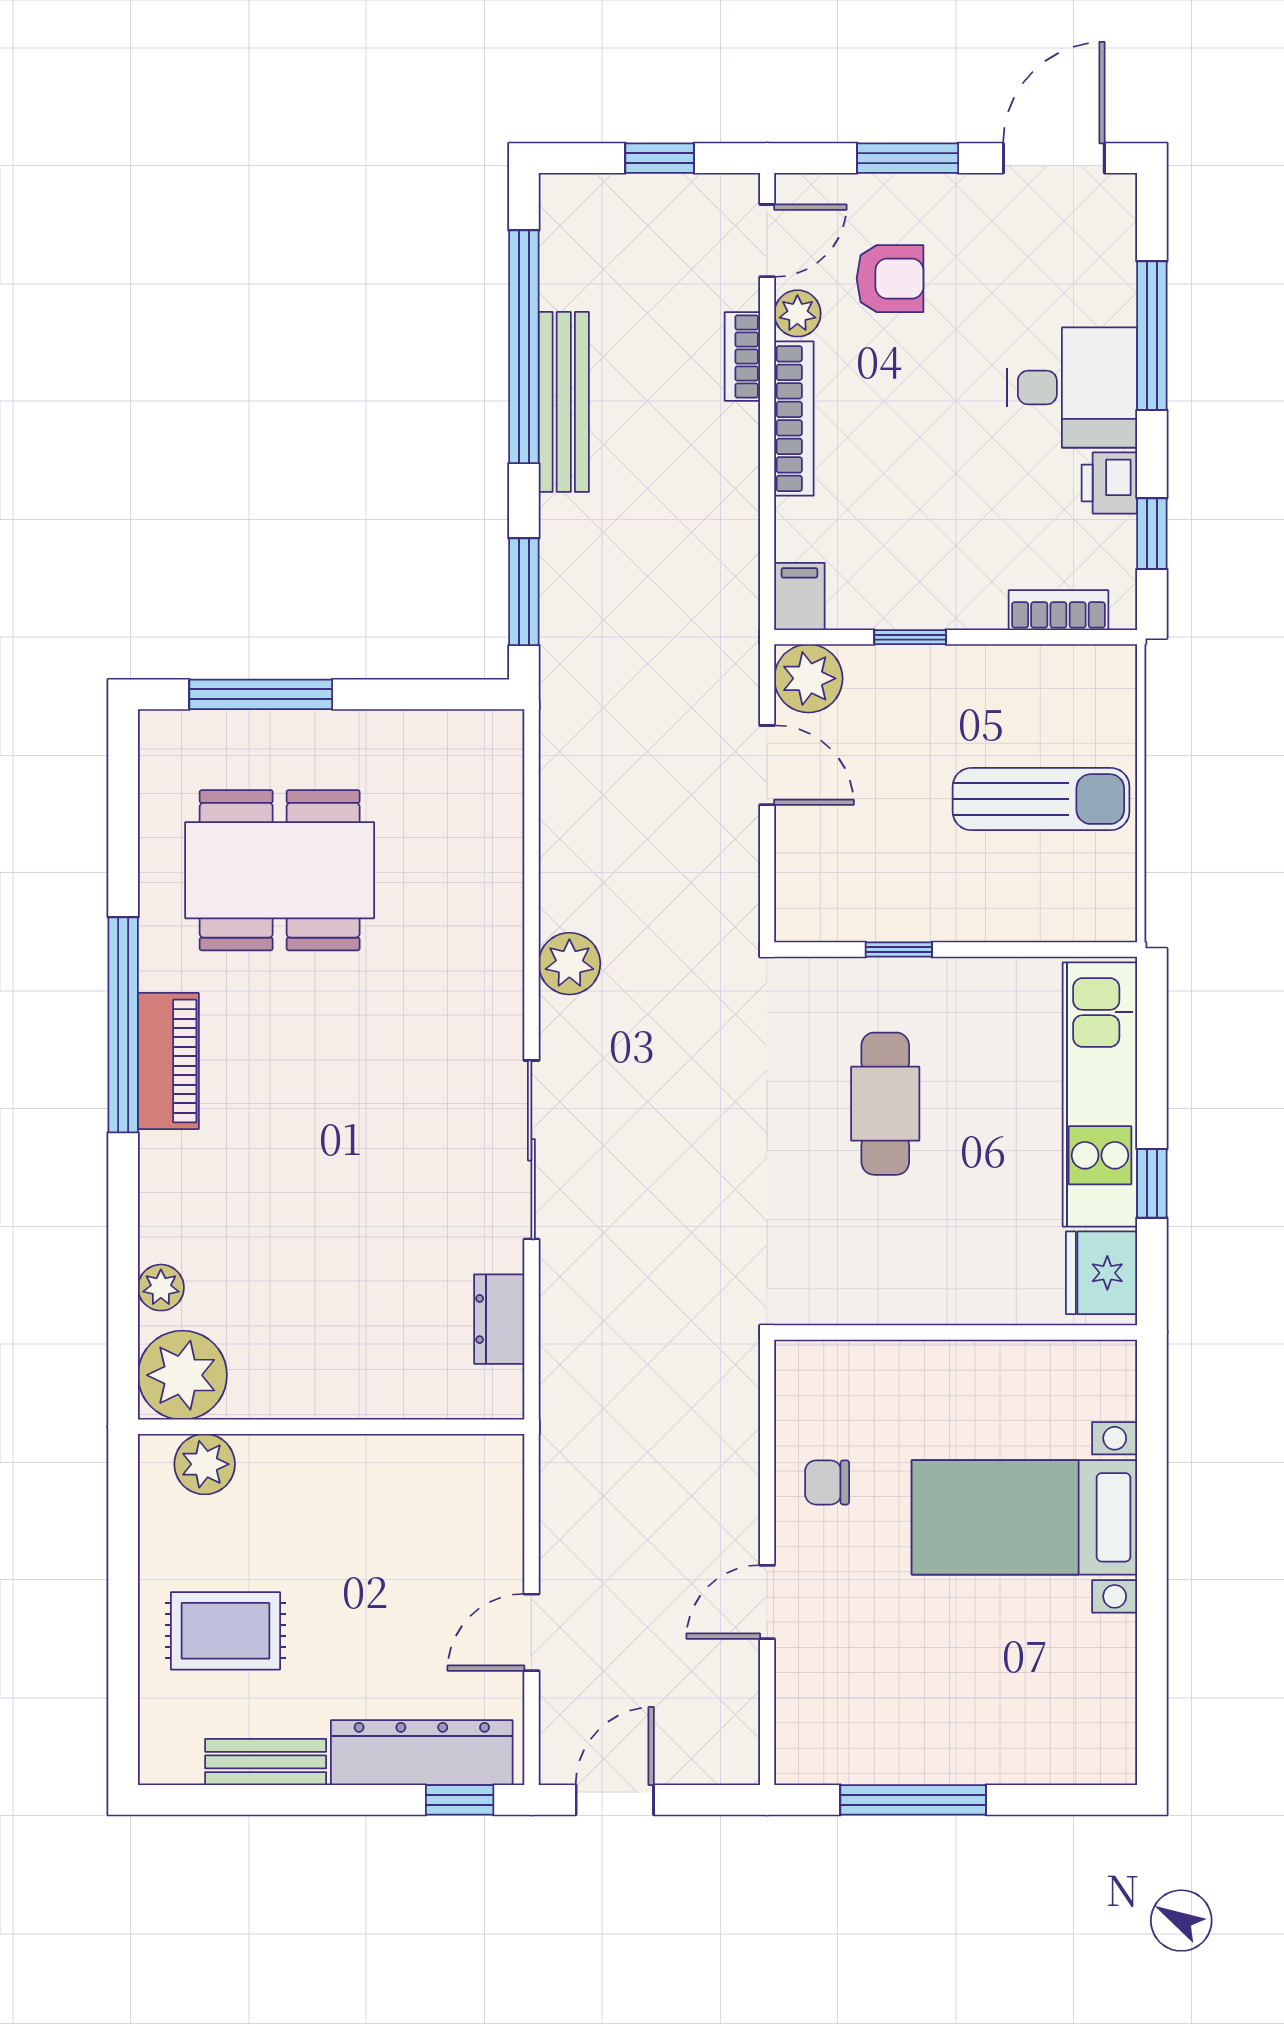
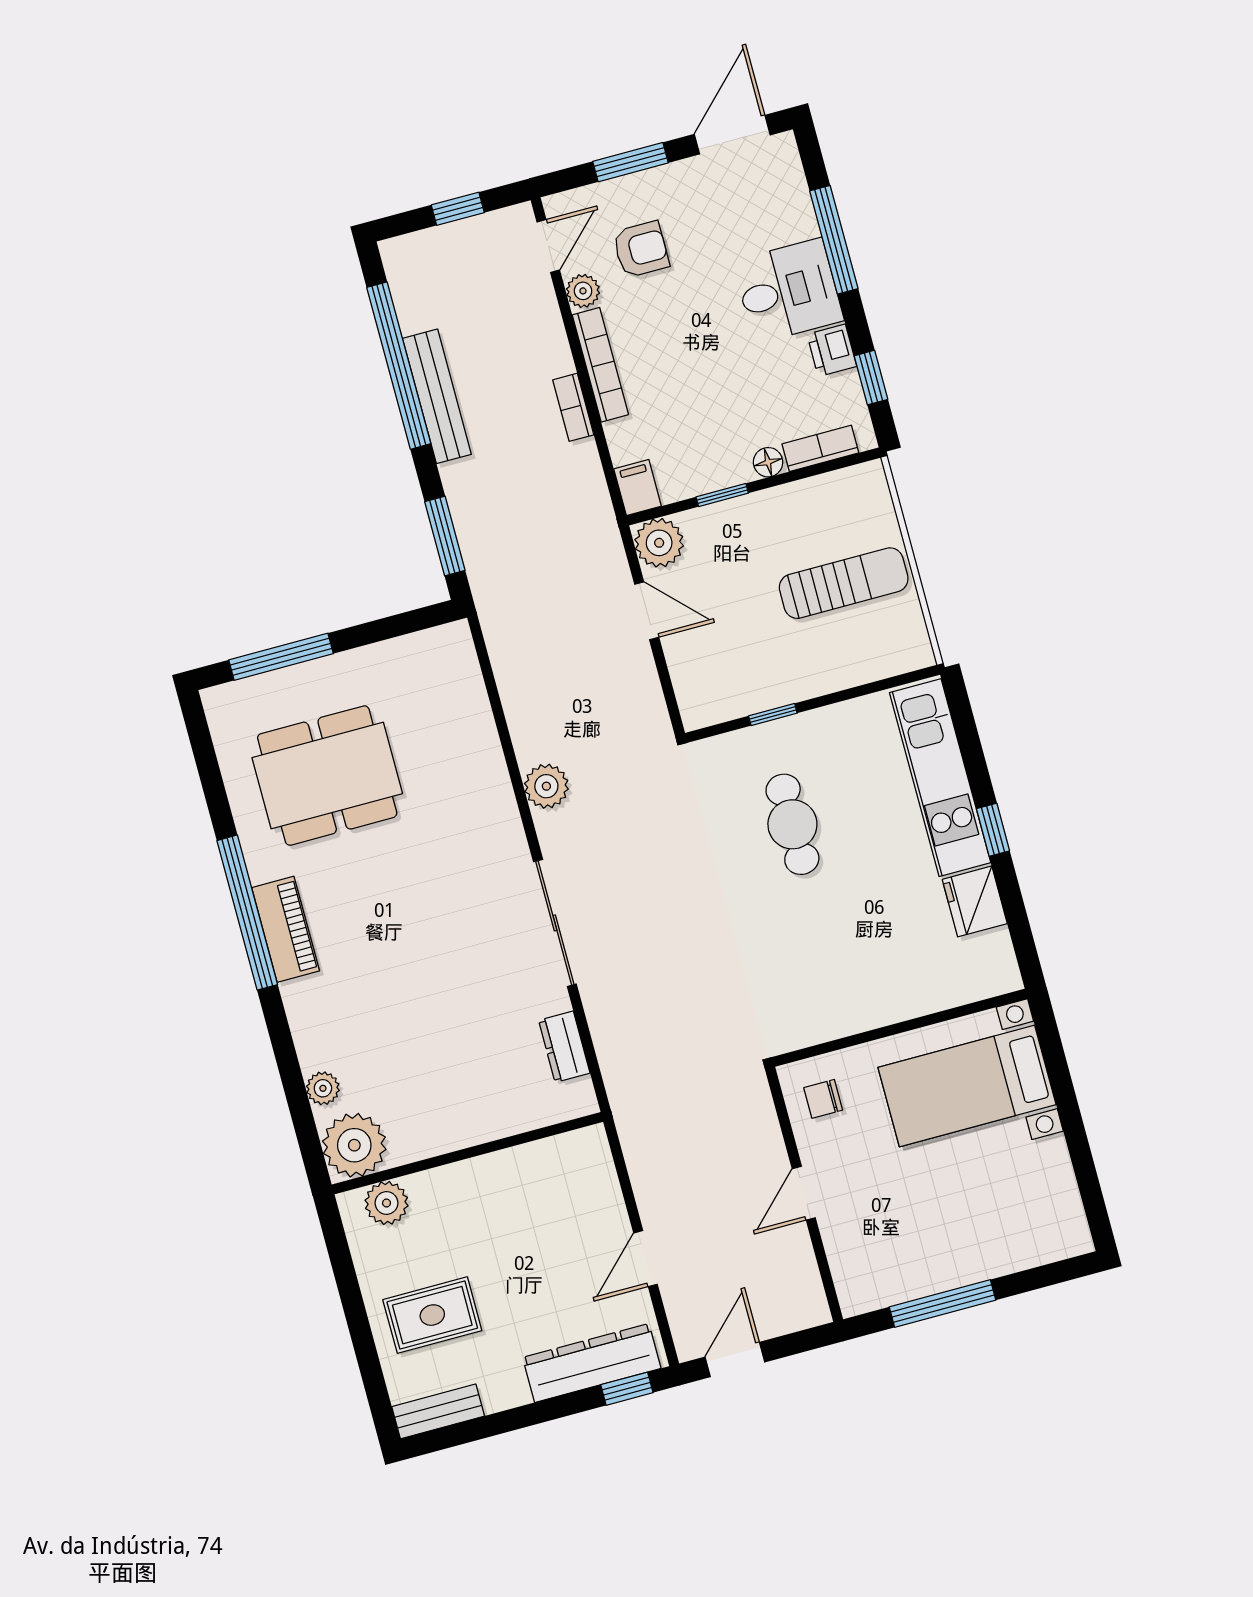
bookcase: (742, 357) -> (573, 407), moved
floor lamp: (983, 610) -> (768, 462), added
wall: (956, 1332) -> (900, 1028), moved
bench: (266, 1762) -> (438, 1411), moved

